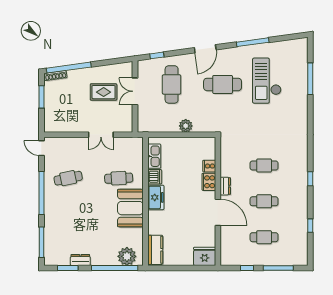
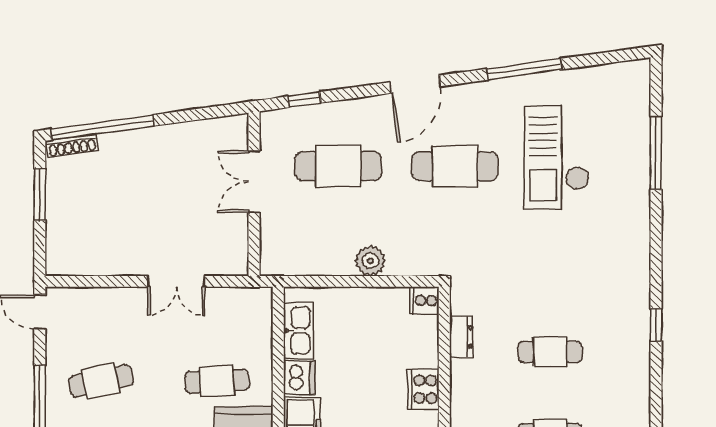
cafe table: (172, 84) -> (338, 166), turned 90
rug: (104, 92) -> (182, 183), removed
cooker: (209, 166) -> (424, 301), moved
window: (310, 179) -> (656, 325), moved
dresser: (225, 186) -> (461, 337), moved

